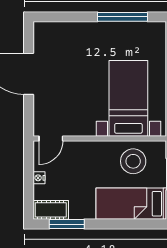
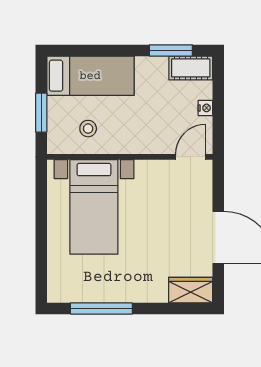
wardrobe: (51, 32) -> (191, 290), added
stool: (133, 161) -> (88, 129), width x0.53, depth x0.53

